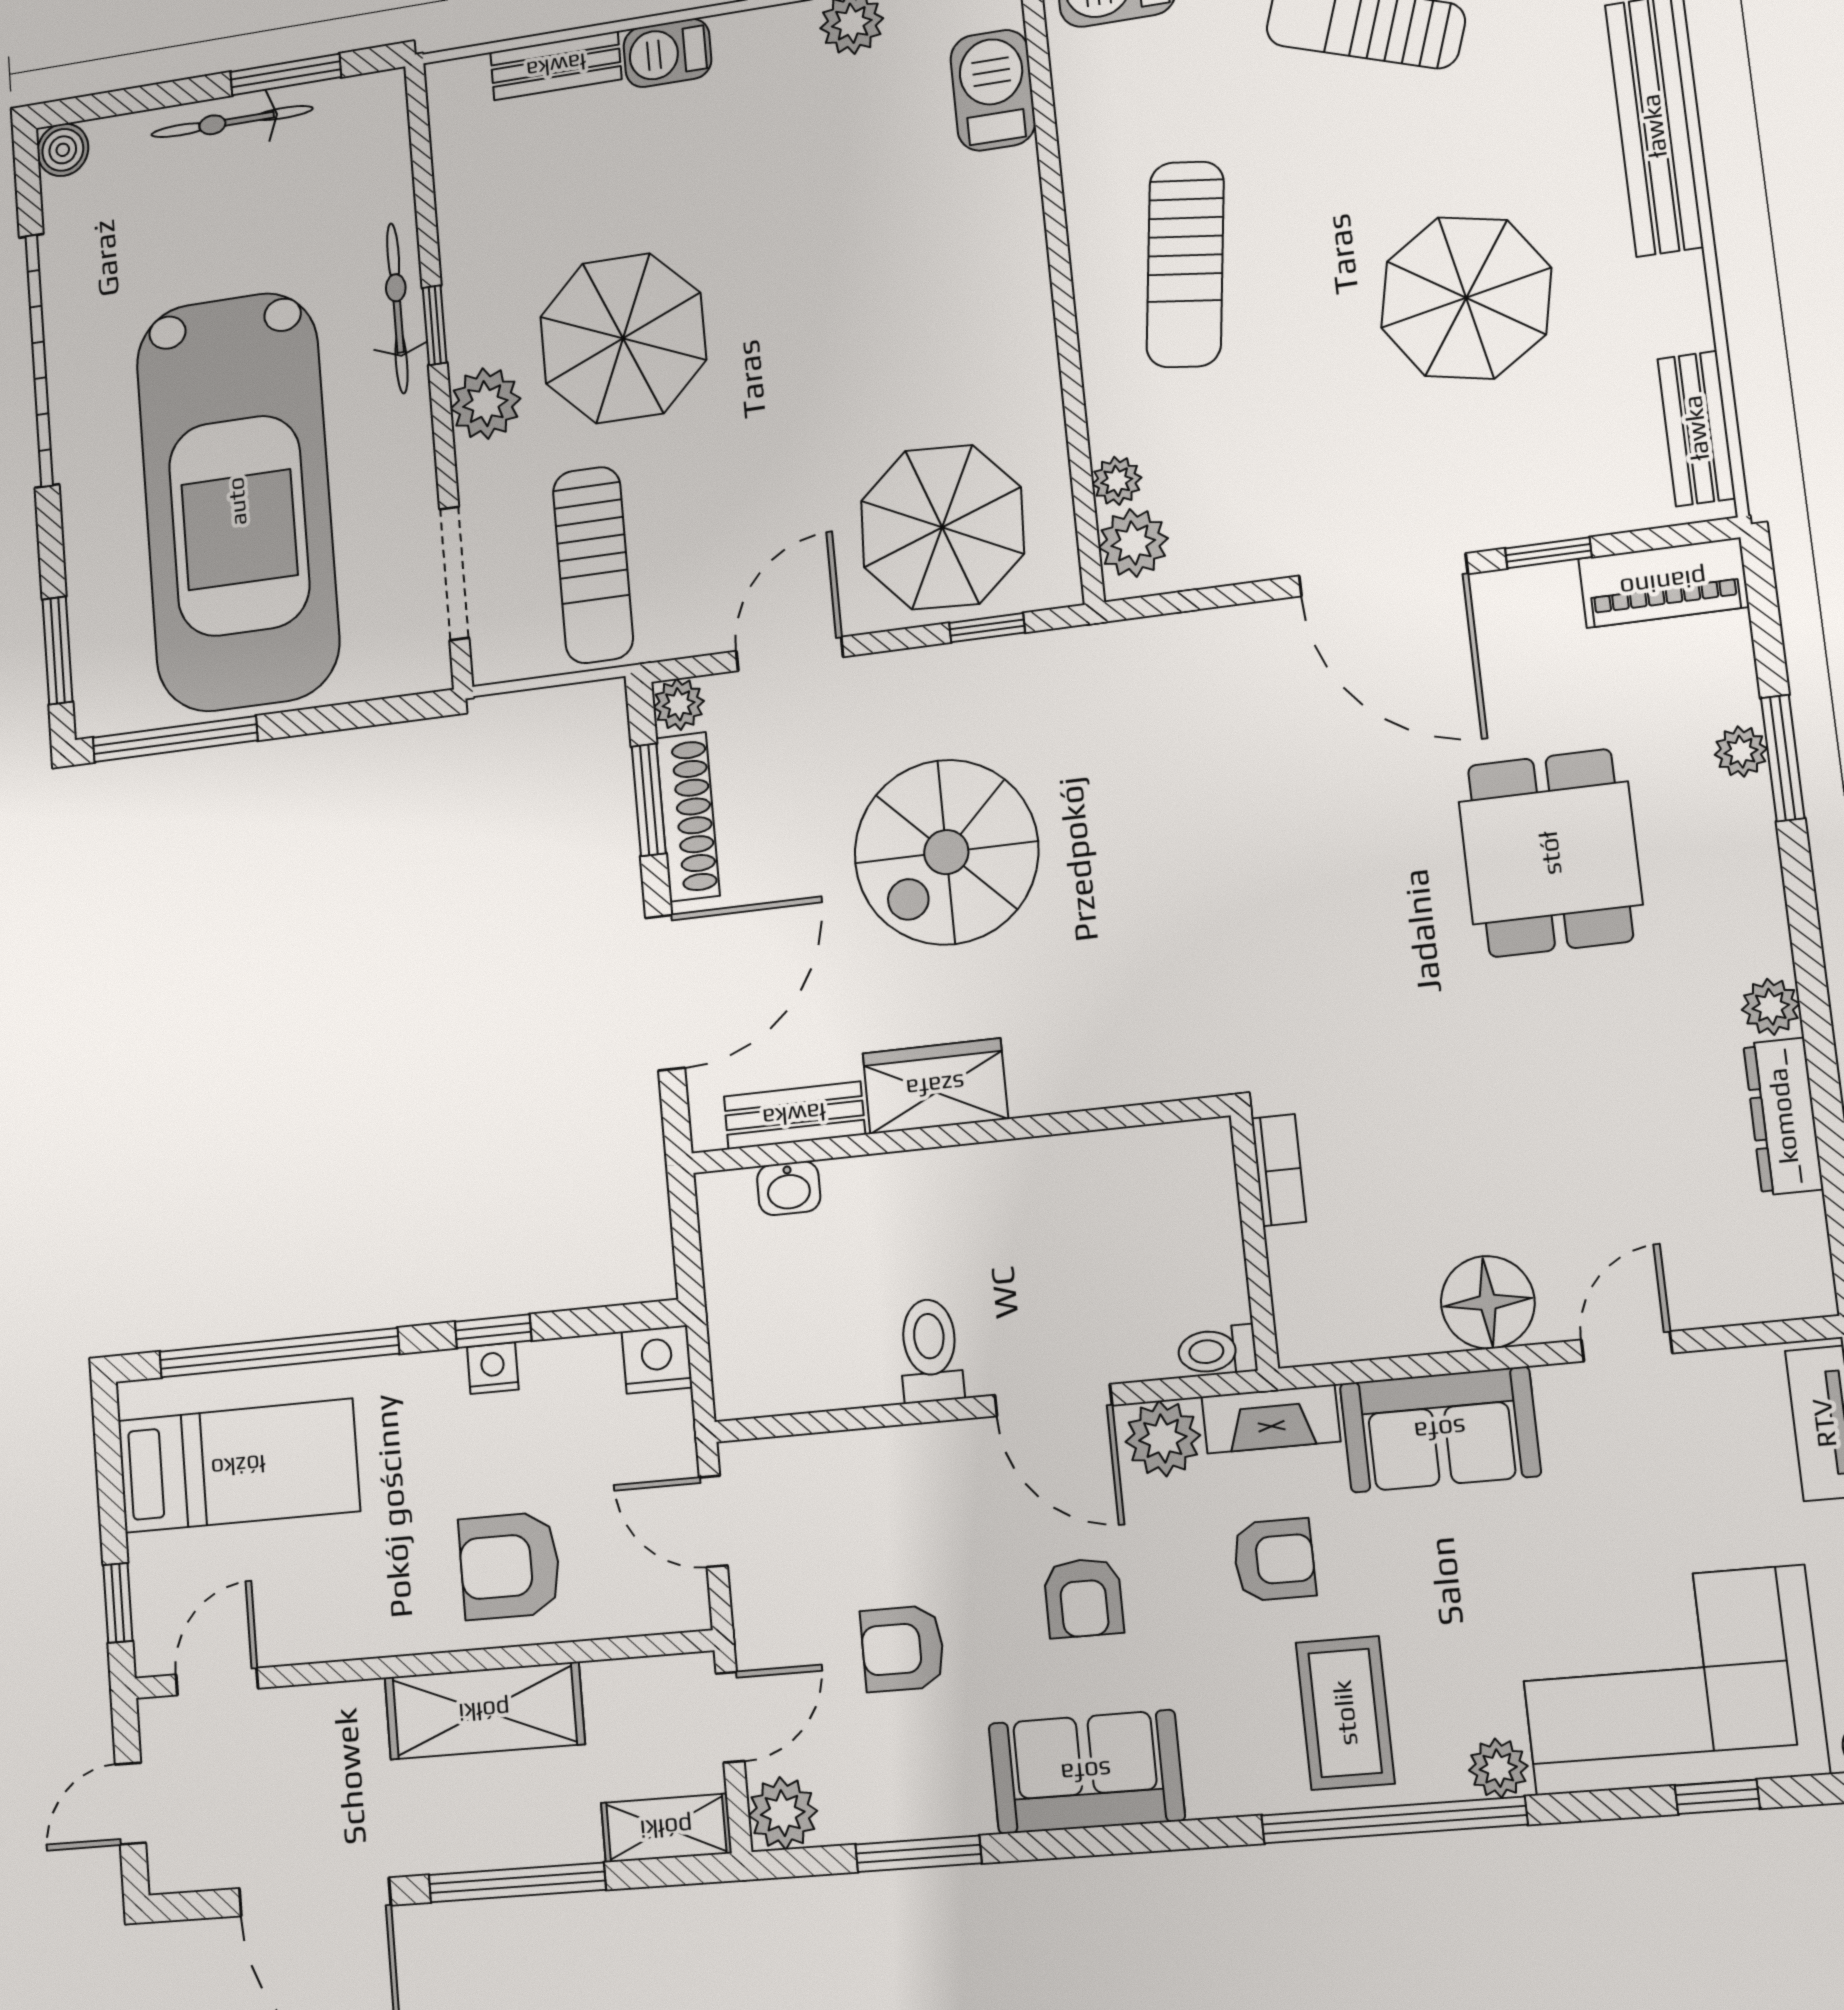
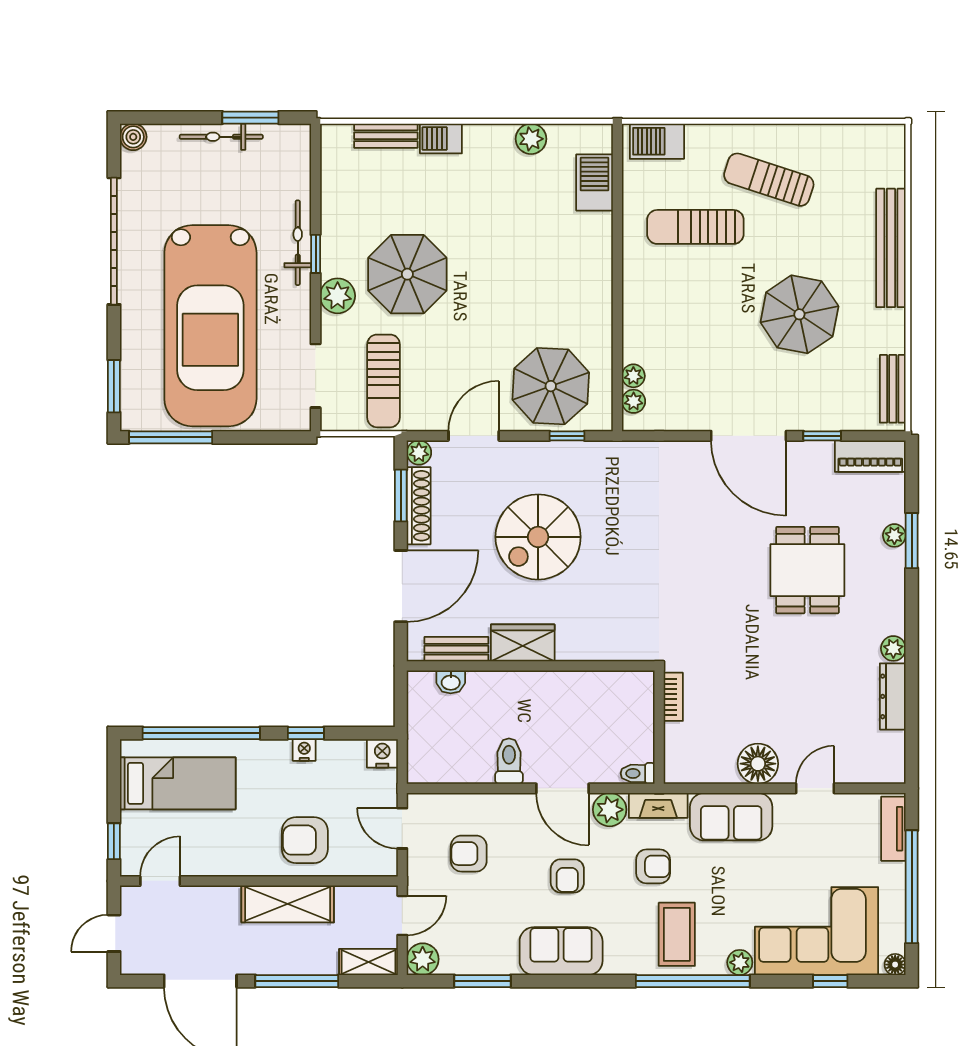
sun lounger: (1185, 264) -> (695, 227), moved, turned 83
plant: (1133, 543) -> (634, 401), width x0.73, depth x0.73
armchair: (903, 1649) -> (469, 854), moved

